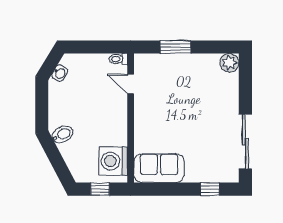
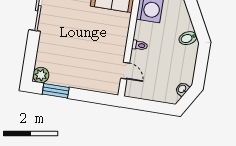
window: (175, 47) -> (56, 91), moved
toilet: (118, 59) -> (140, 45), moved

